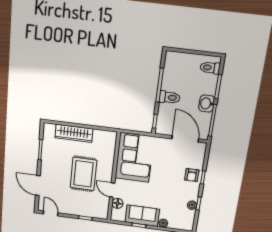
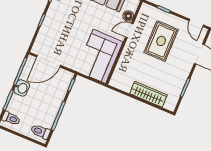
toilet: (170, 97) -> (40, 132), moved
door: (185, 139) -> (48, 61), hinge flipped
rug: (83, 174) -> (161, 41), moved
armchair: (192, 175) -> (51, 25), removed
door: (112, 190) -> (129, 31), swing flipped

